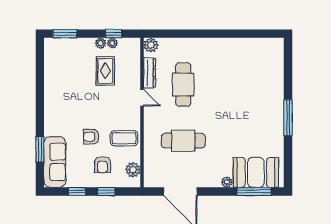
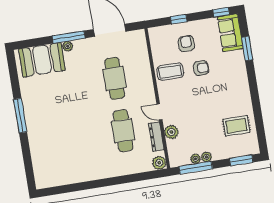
window: (114, 34) -> (196, 168), width x2.17
rug: (105, 71) -> (236, 126), moved, turned 90
cafe table: (183, 141) -> (115, 78), turned 90
sofa: (55, 162) -> (230, 33), width x0.73
plant: (133, 170) -> (171, 132), moved
window: (77, 192) -> (221, 12), moved
window: (254, 192) -> (69, 37), moved

